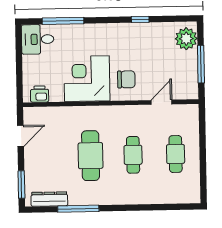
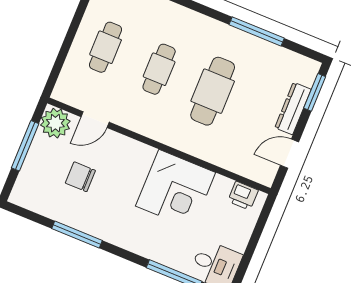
window: (140, 19) -> (77, 235), width x2.17
plant: (186, 39) -> (55, 123), moved
chair: (126, 79) -> (80, 177), moved
dresser: (49, 199) -> (293, 109), moved, turned 90

